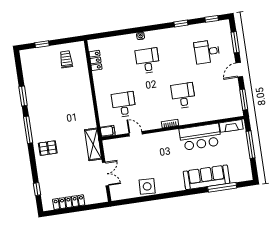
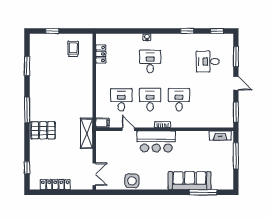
door: (239, 70) -> (236, 83), swing flipped
window: (23, 96) -> (27, 66), moved
desk: (153, 100) -> (150, 100), added
bar counter: (200, 137) -> (156, 141), moved
pallet: (48, 148) -> (43, 130), width x1.50, depth x1.42
double door: (106, 174) -> (94, 174), moved

